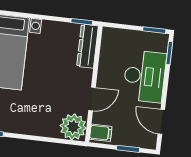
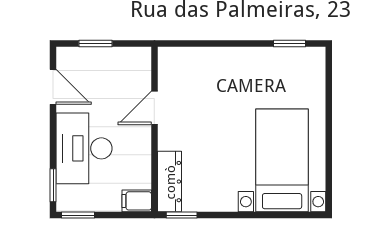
plant: (73, 127) -> (176, 65), removed
filing cabinet: (101, 133) -> (137, 201), moved

